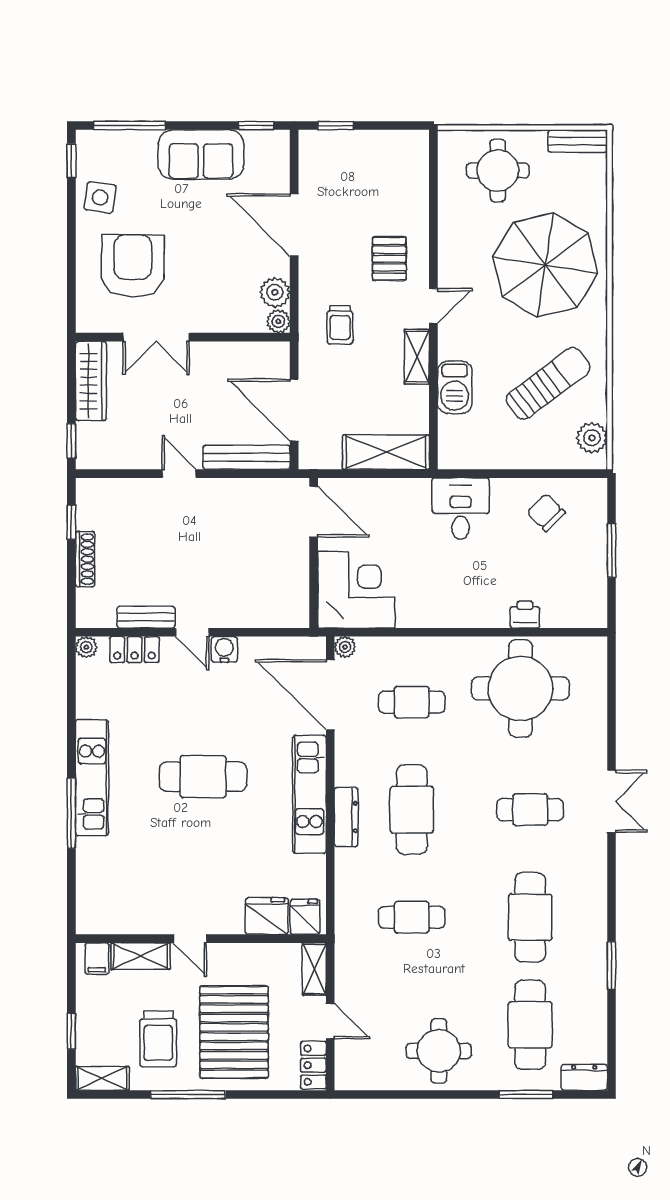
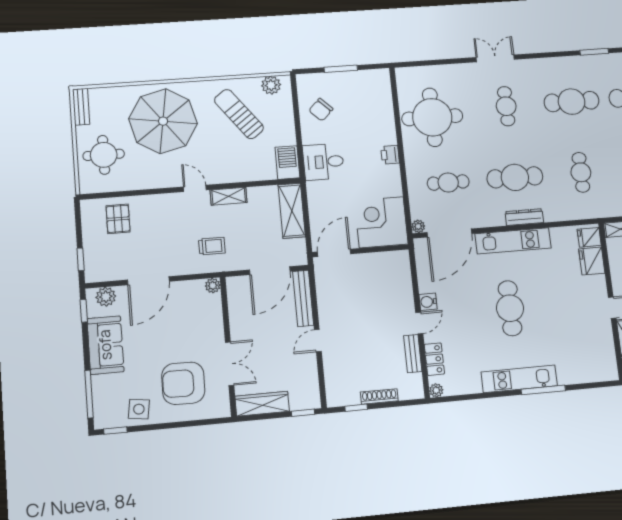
pallet: (389, 259) -> (118, 219), moved, turned 90
plant: (275, 292) -> (106, 297), moved
barbecue: (455, 387) -> (287, 163), moved, turned -90
printer: (525, 615) -> (390, 155), moved
cafe table: (412, 702) -> (448, 183), turned 90

